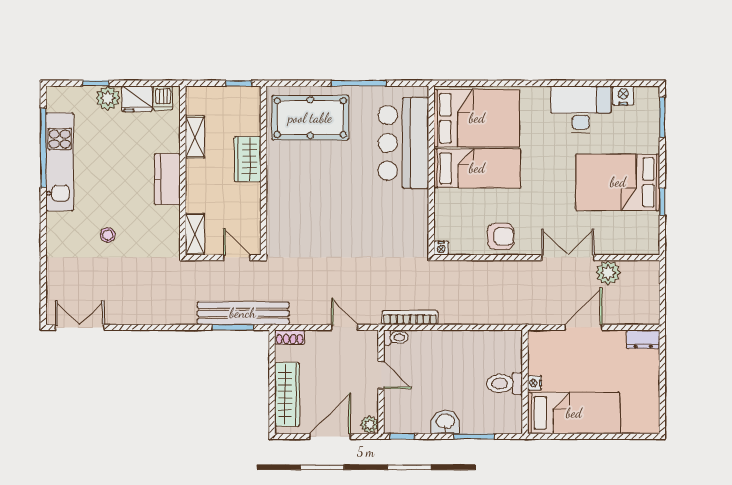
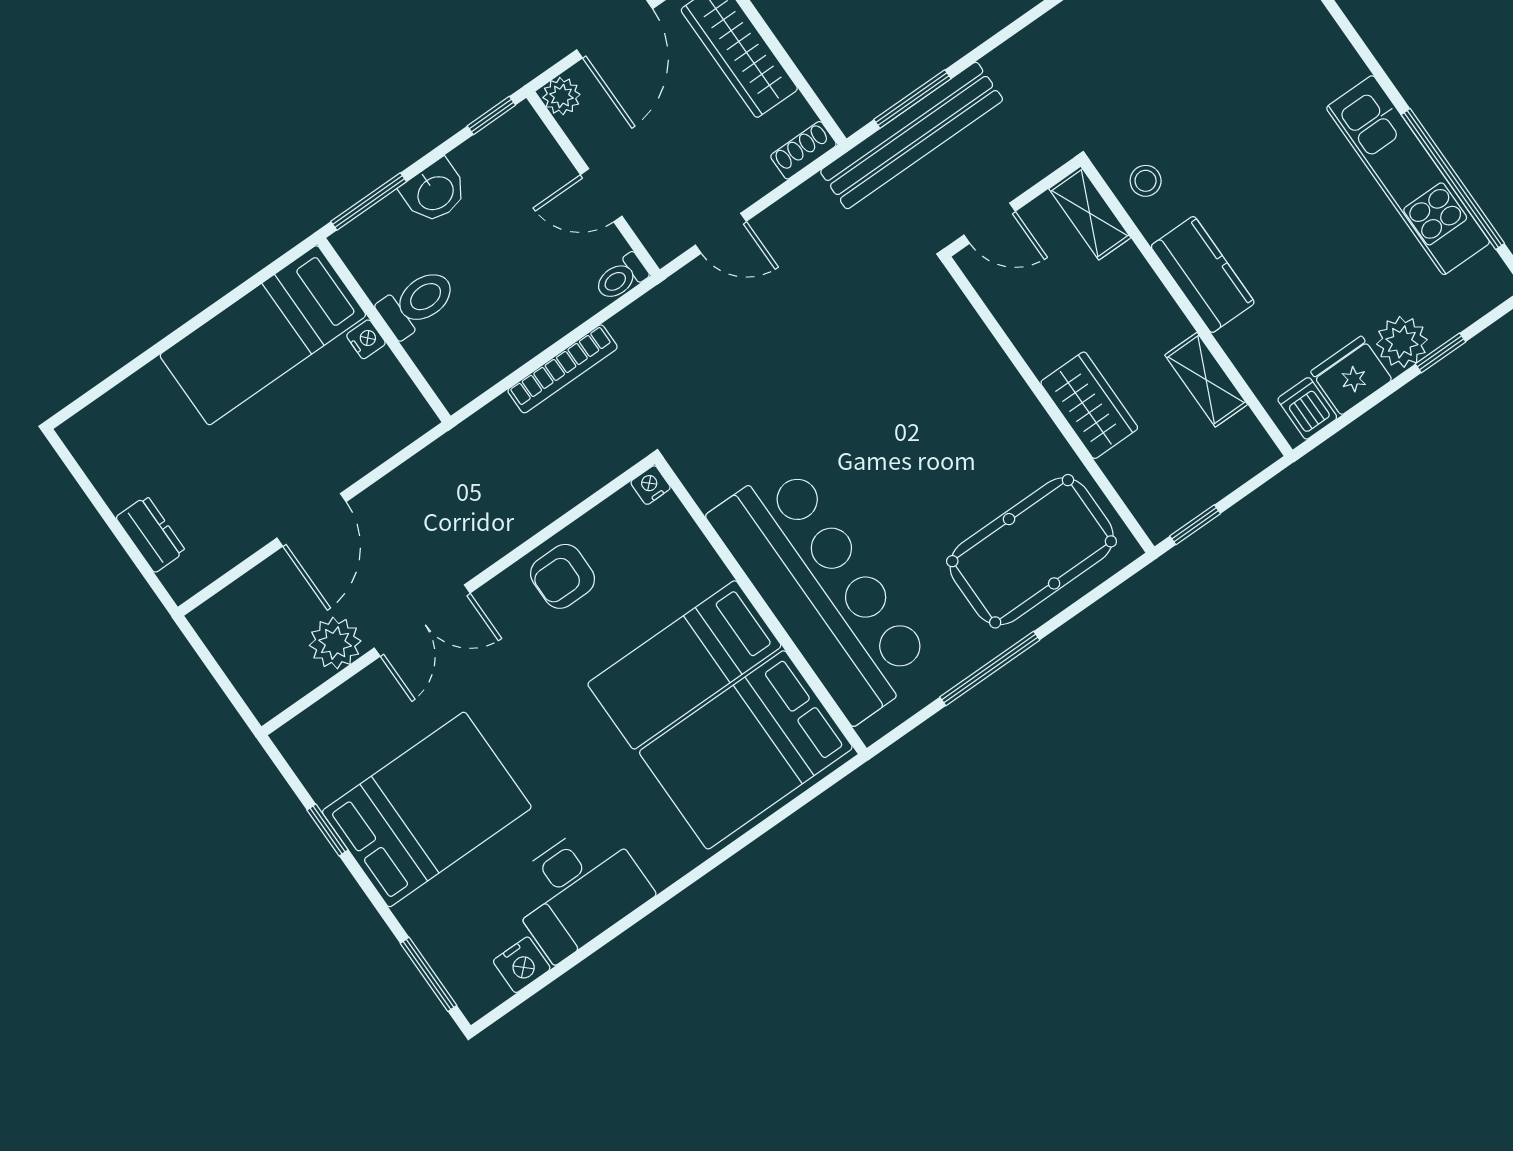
bar counter: (403, 143) -> (822, 591), width x1.36
stool: (108, 235) -> (1146, 181), moved
bookcase: (410, 318) -> (563, 369), moved
dresser: (643, 339) -> (151, 534), moved, turned 90
wall: (525, 382) -> (384, 330), moved
toilet: (504, 383) -> (417, 303), moved
nightstand: (535, 383) -> (366, 339), moved
bed: (574, 413) -> (263, 335), moved

